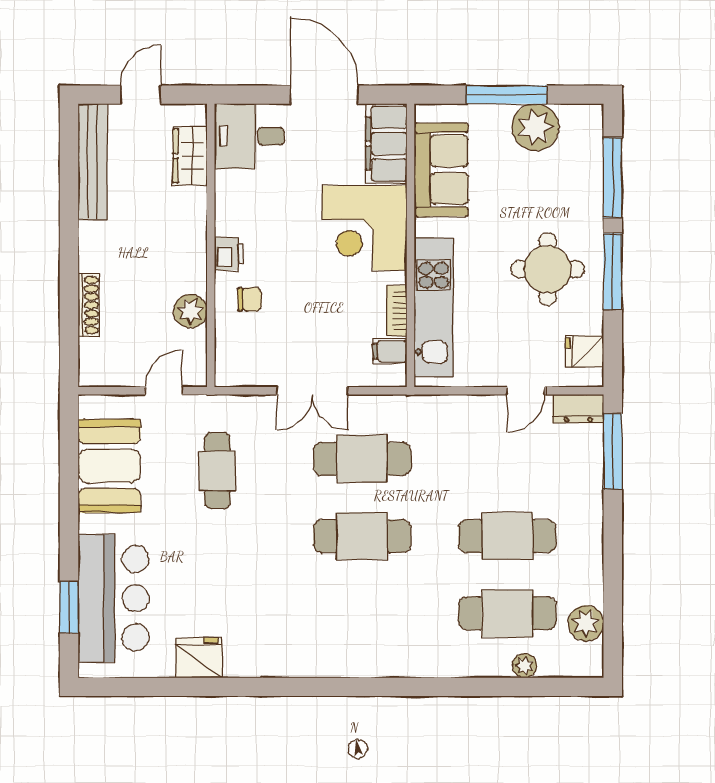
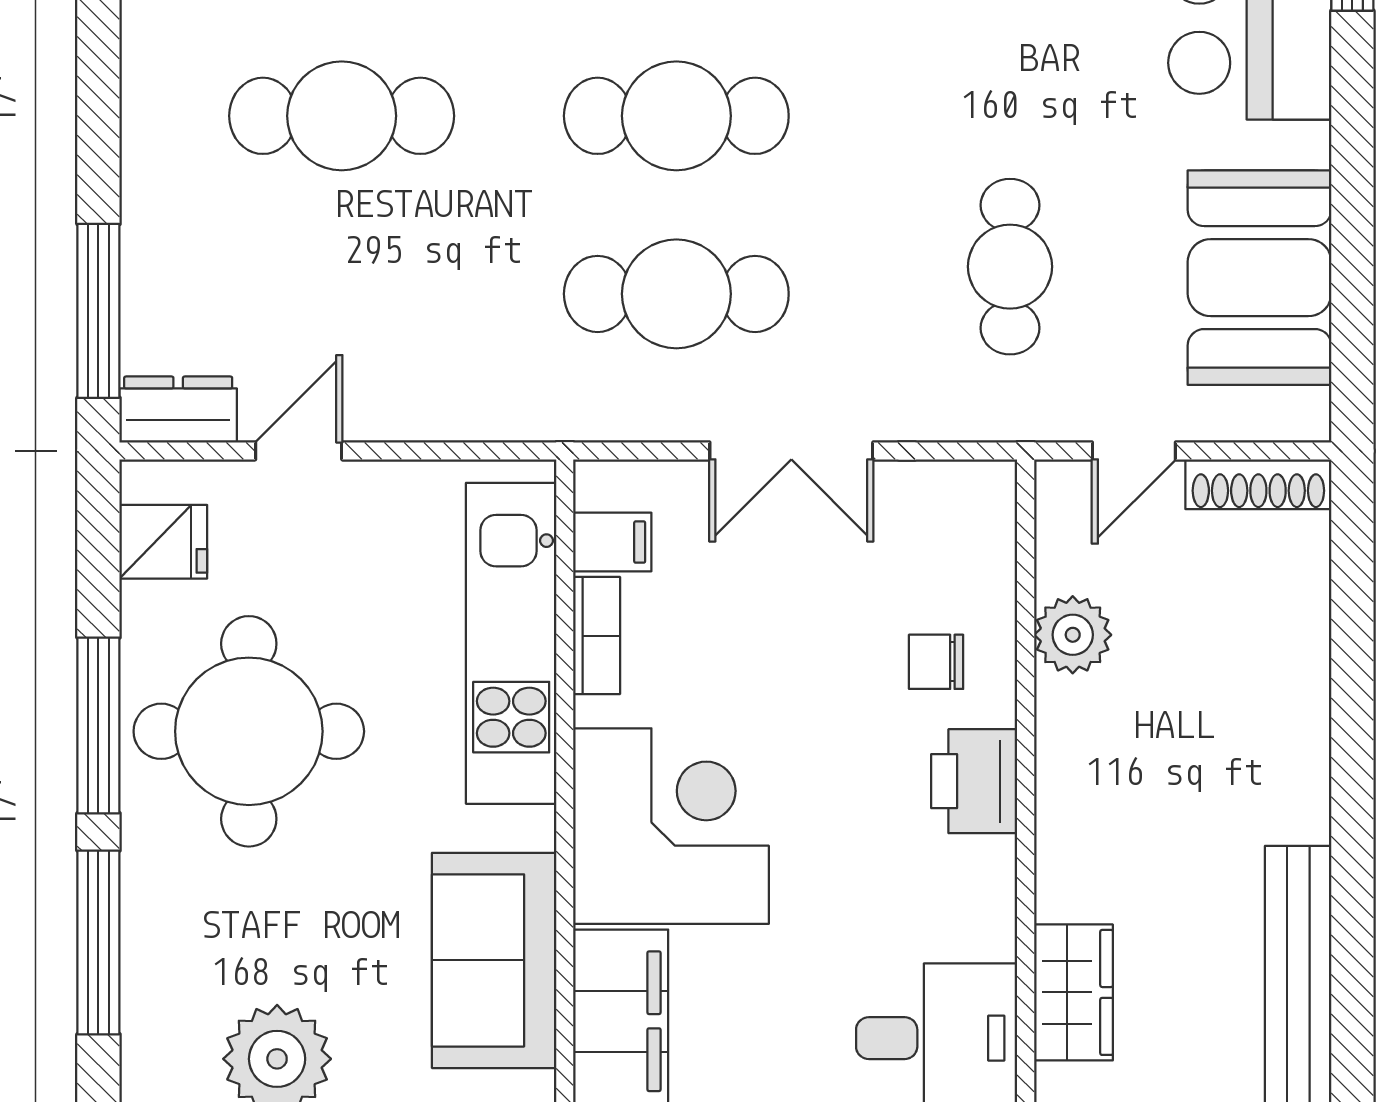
printer: (229, 254) -> (974, 781), width x1.36, depth x1.24
round table: (548, 269) -> (249, 731), width x1.36, depth x1.36
shoe rack: (89, 305) -> (1258, 484), moved, turned -90
double door: (312, 391) -> (791, 451), swing flipped

